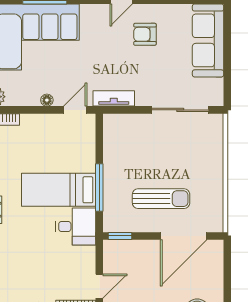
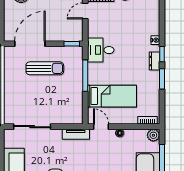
door: (75, 110) -> (101, 127), swing flipped
bed: (59, 190) -> (112, 96), moved
sun lounger: (161, 199) -> (45, 68), turned 180

